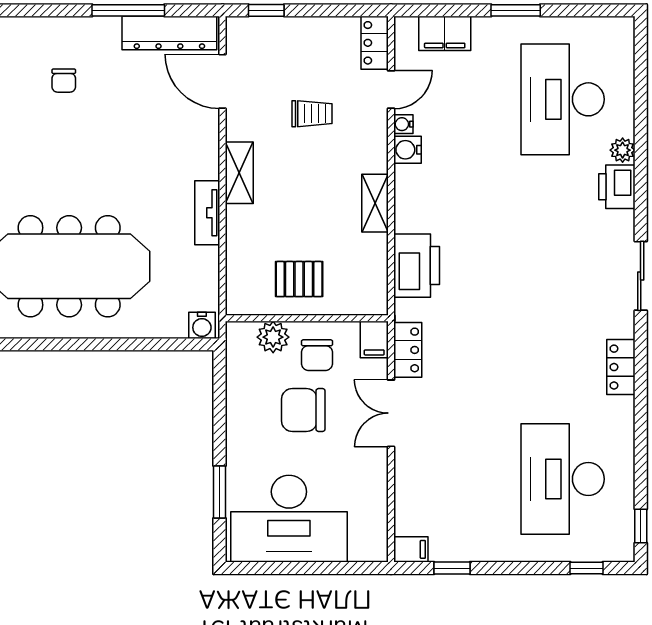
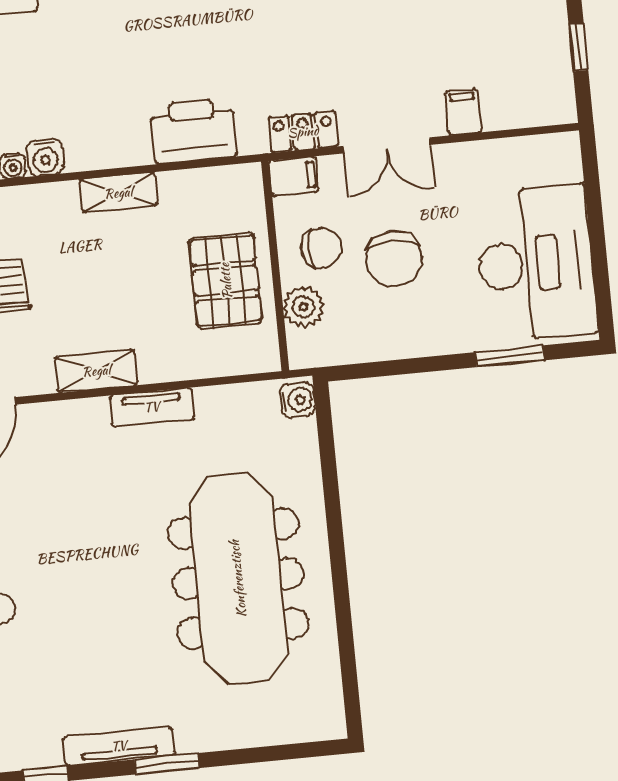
pallet: (299, 279) -> (226, 281), width x1.50, depth x1.42
filing cabinet: (411, 549) -> (463, 112), moved

